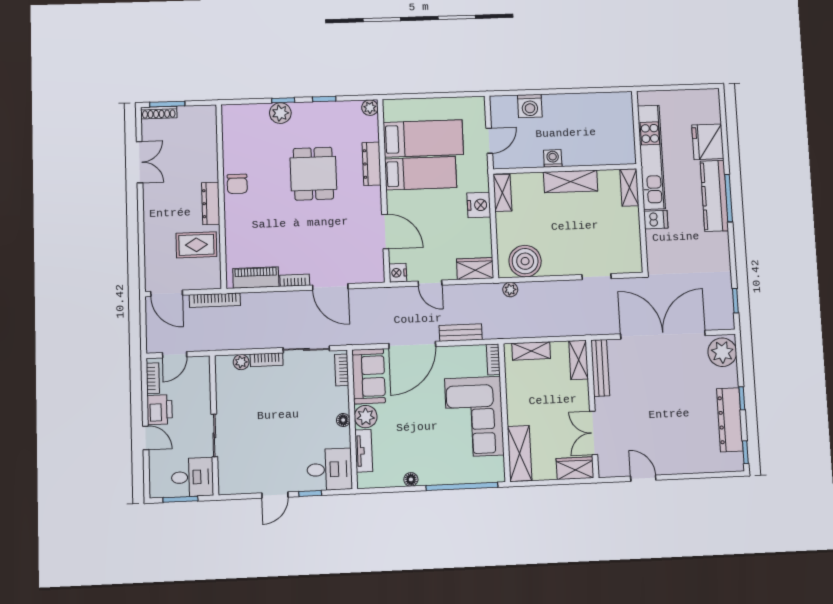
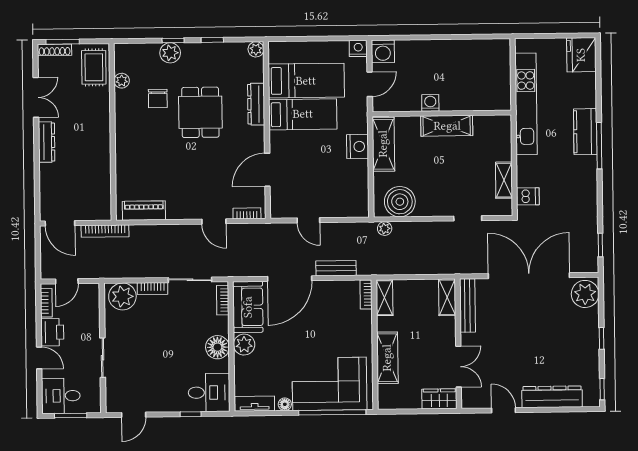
washing machine: (530, 106) -> (383, 51), moved
fridge: (708, 142) -> (581, 55), moved
plant: (230, 143) -> (122, 81), added
chair: (237, 184) -> (158, 98), moved
shelving: (629, 187) -> (504, 180), moved
shelving: (502, 193) -> (383, 144), width x1.50, depth x1.33
kitchen counter: (714, 196) -> (585, 132), width x0.67
dresser: (211, 203) -> (47, 142), moved, turned 180
dishwasher: (656, 220) -> (528, 196), moved
door: (385, 231) -> (267, 170), swing flipped
rug: (196, 245) -> (94, 67), moved, turned 90
wardrobe: (475, 269) -> (352, 208), removed
nightstand: (398, 273) -> (358, 48), moved, turned 90
bookcase: (295, 280) -> (247, 213), moved
door: (330, 287) -> (214, 221), width x0.73
shelving: (531, 351) -> (384, 298), moved, turned 90
plant: (241, 362) -> (122, 296), width x1.88, depth x1.88
corner sofa: (474, 417) -> (329, 384), moved, turned 90
floor lamp: (343, 420) -> (217, 347), width x1.89, depth x1.89
dresser: (730, 420) -> (552, 397), moved, turned 90
double door: (594, 433) -> (458, 367), swing flipped
tv unit: (364, 451) -> (255, 404), moved, turned -90
shelving: (520, 453) -> (387, 358), moved
desk: (192, 477) -> (61, 396), moved, turned 180
door: (275, 495) -> (134, 415), moved

